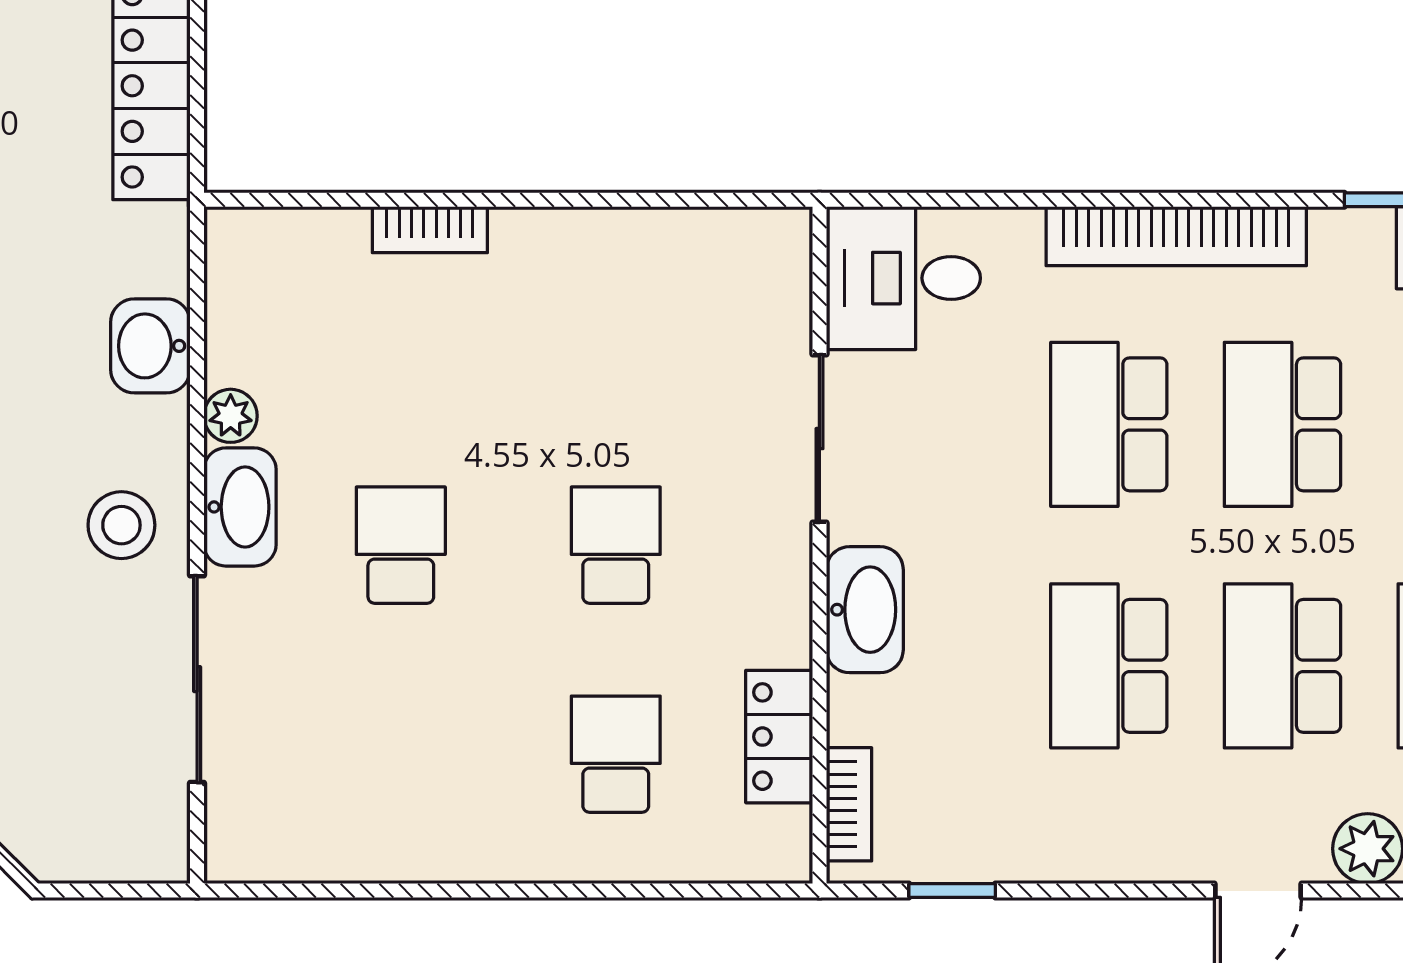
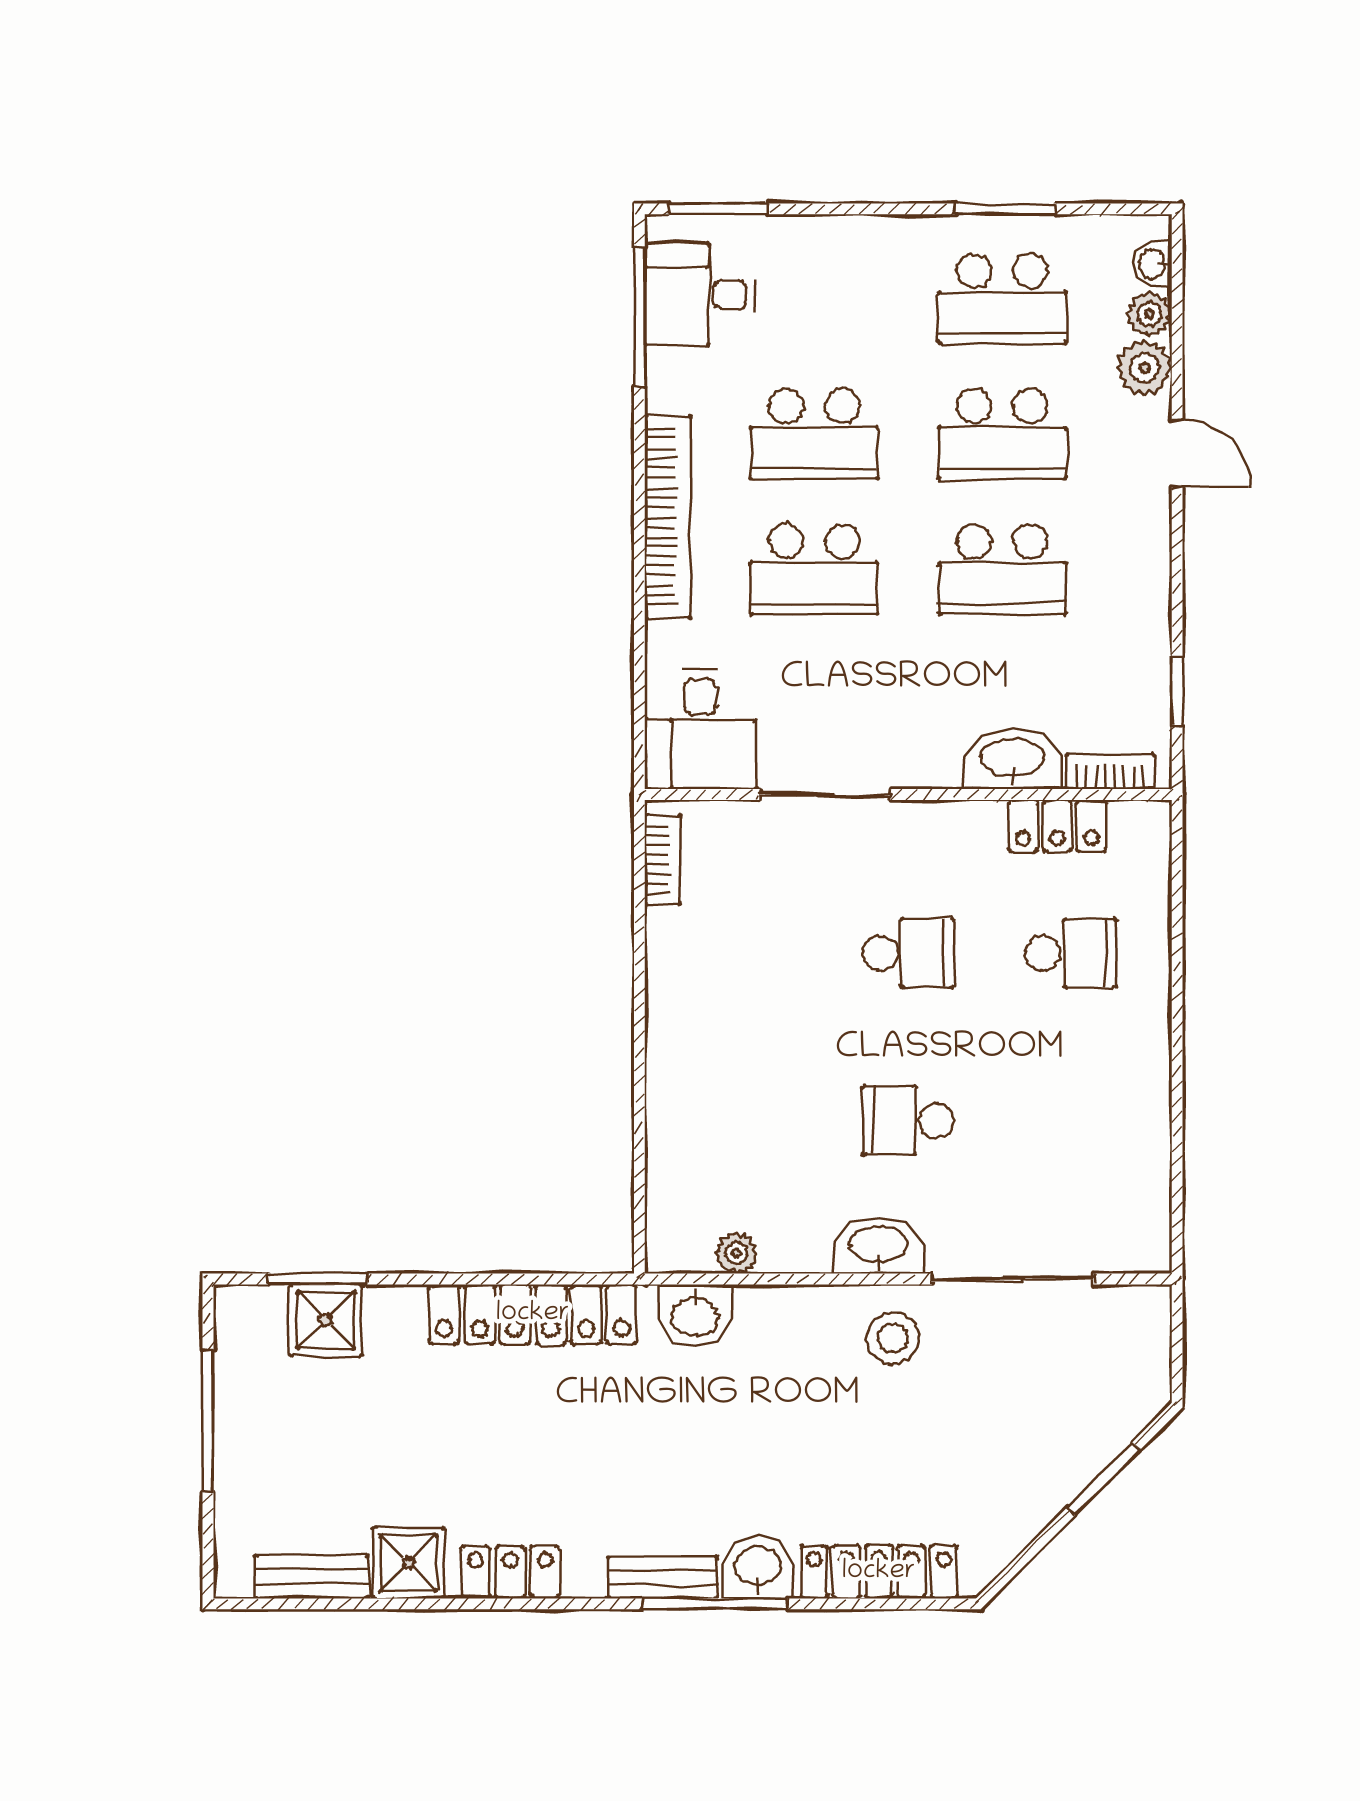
bookcase: (430, 230) -> (663, 860), moved
washbasin: (150, 346) -> (695, 1315), moved
plant: (231, 416) -> (736, 1253), moved
school desk: (616, 545) -> (908, 953), turned 180
washbasin: (865, 610) -> (1013, 759), moved
school desk: (616, 754) -> (1071, 953), turned 180

